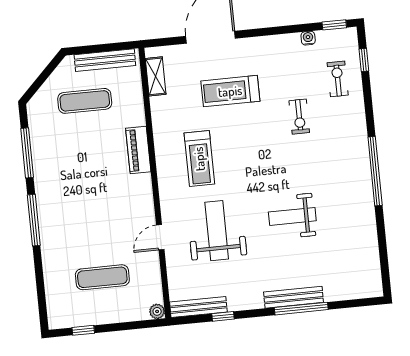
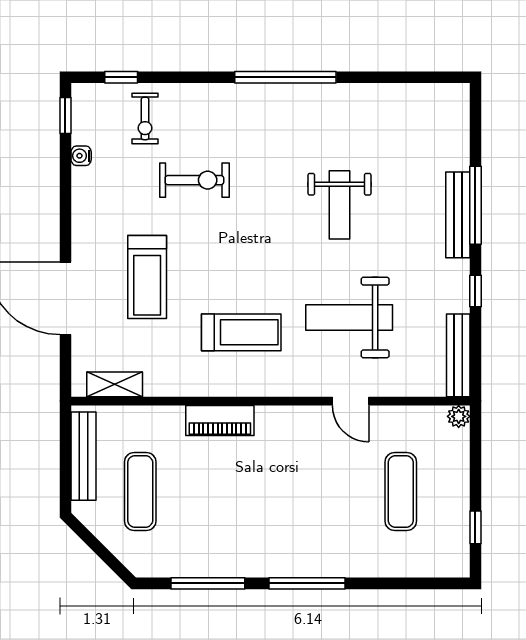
exercise bike: (338, 79) -> (145, 118), turned -90
exercise bike: (299, 117) -> (194, 180), width x1.38, depth x1.39
window: (223, 316) -> (475, 291), moved

